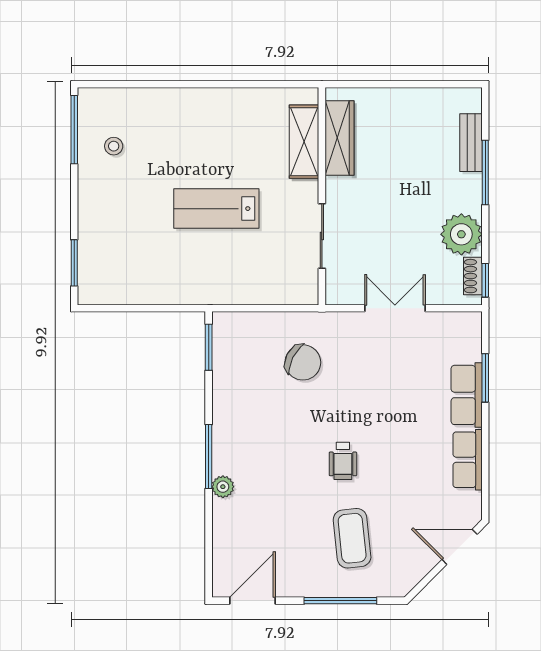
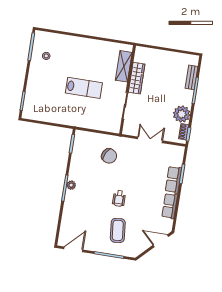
wardrobe: (339, 138) -> (137, 78), moved
lab bench: (216, 209) -> (84, 88), turned 180
plant: (223, 487) -> (71, 185), moved

